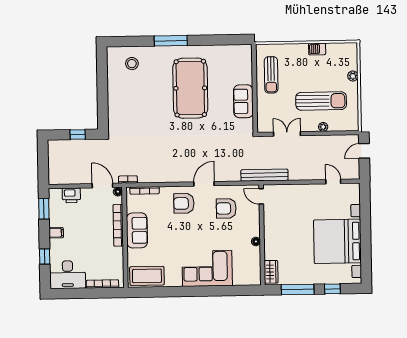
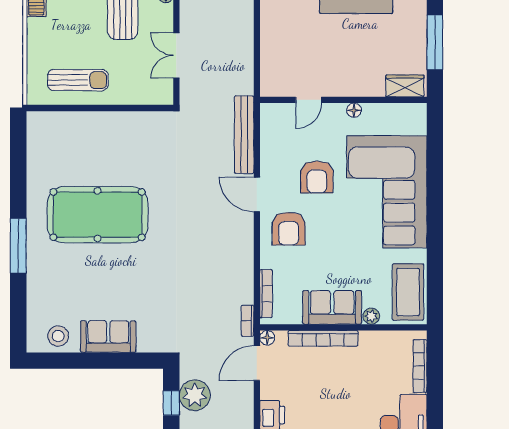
stool: (132, 64) -> (58, 336), moved
sofa: (243, 101) -> (108, 337), moved, turned 180
plant: (83, 149) -> (195, 395), added
bench: (264, 175) -> (244, 135), moved
door: (261, 196) -> (309, 100), moved
armchair: (226, 208) -> (317, 177), moved
plant: (132, 254) -> (371, 316), added
corner sofa: (207, 268) -> (387, 192), width x1.36, depth x1.36

